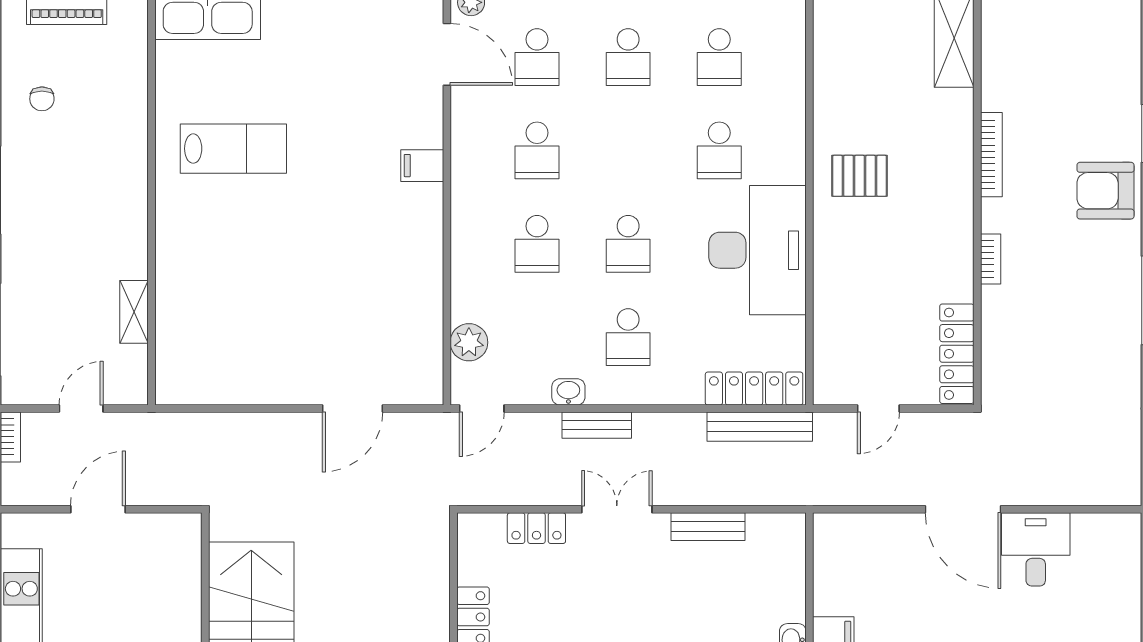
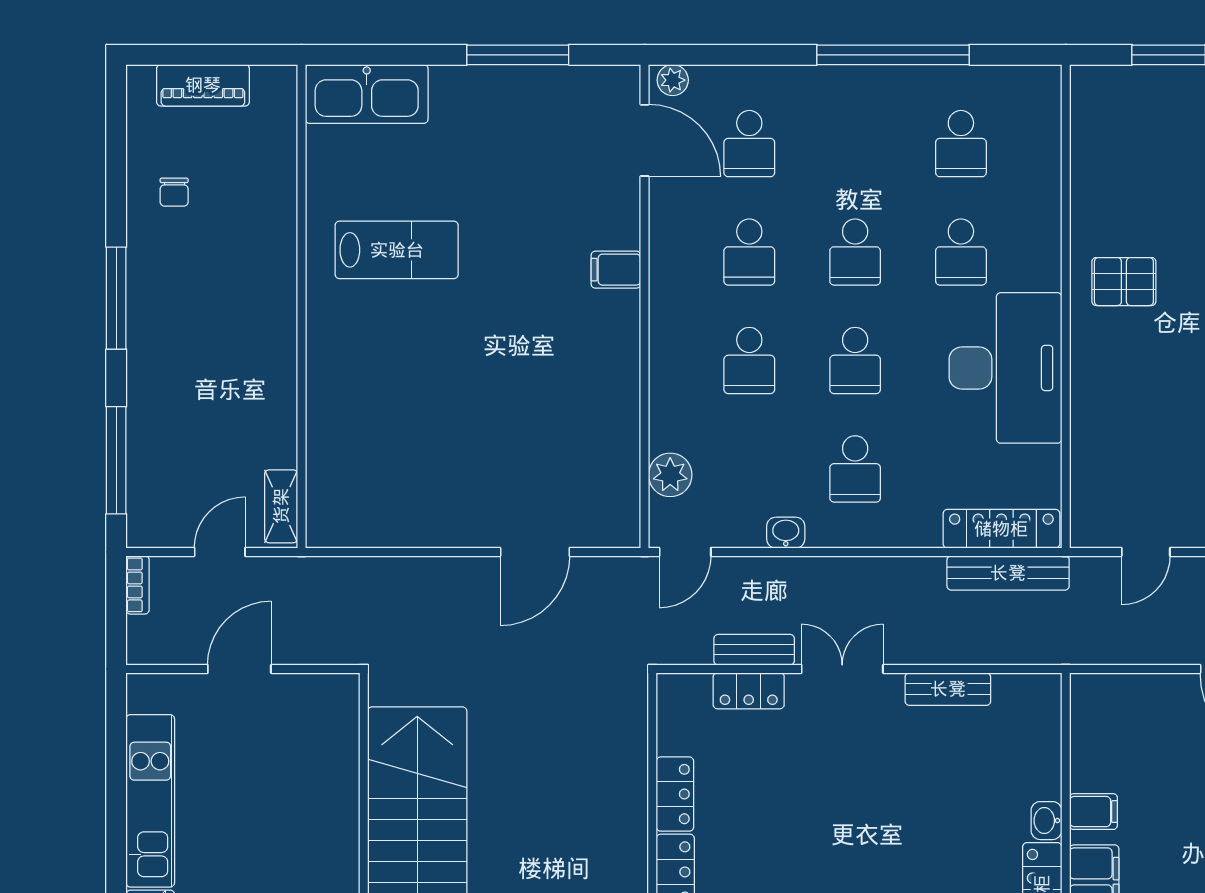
school desk: (628, 57) -> (855, 252), moved
shelving: (134, 312) -> (281, 506), moved
bench: (597, 425) -> (754, 650), moved

